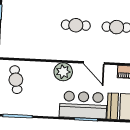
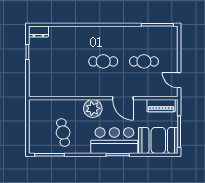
cafe table: (16, 80) -> (63, 133), moved

